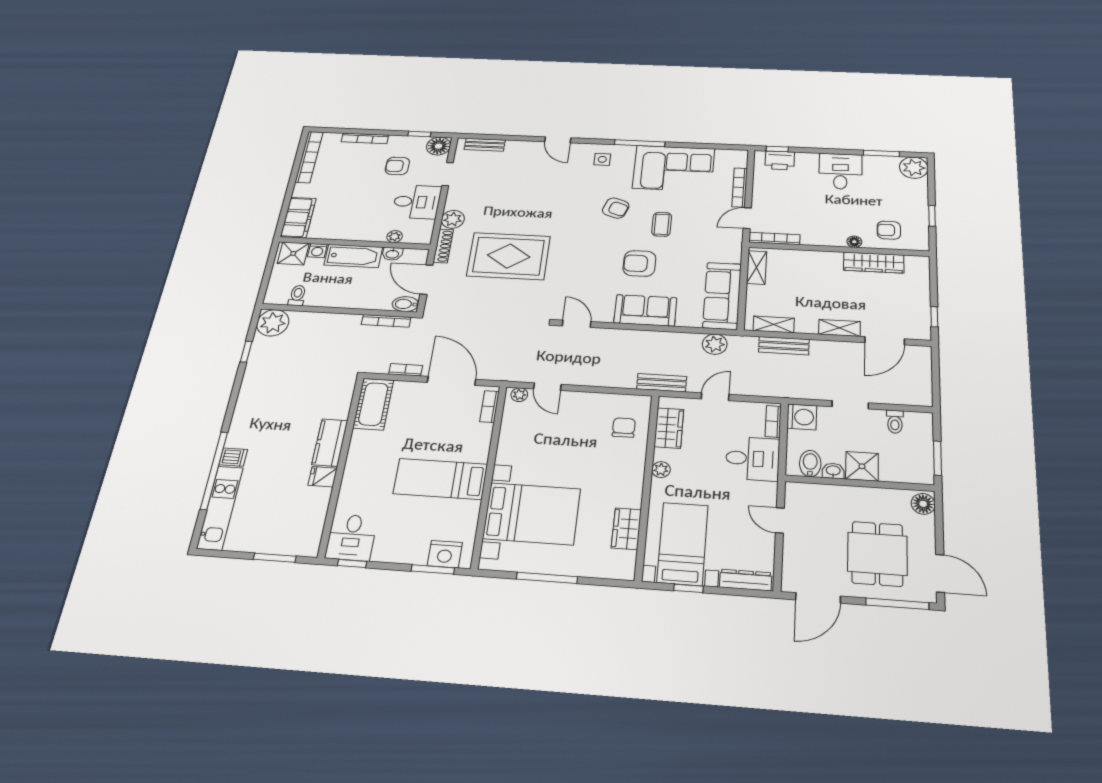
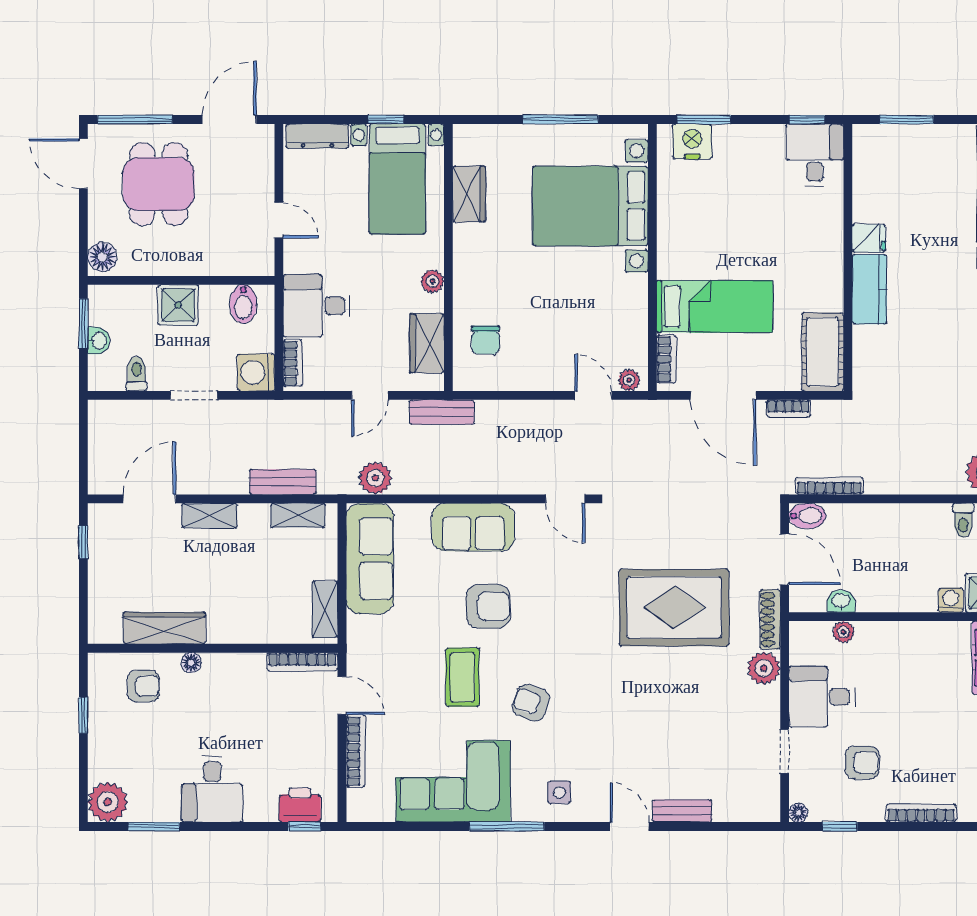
bench: (485, 145) -> (682, 811), moved
floor lamp: (439, 146) -> (798, 813), width x0.53, depth x0.53
door: (747, 218) -> (342, 696), hinge flipped
coffee table: (662, 224) -> (462, 677), width x1.36, depth x1.30
bathtub: (353, 256) -> (897, 594), removed
washbasin: (833, 471) -> (99, 341), moved, turned -90
bed: (440, 479) -> (715, 306), moved

